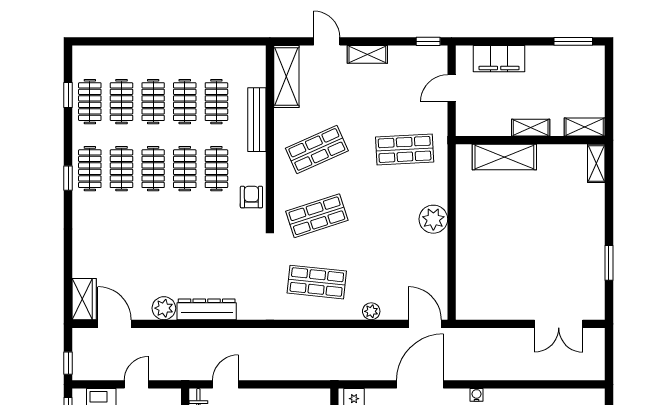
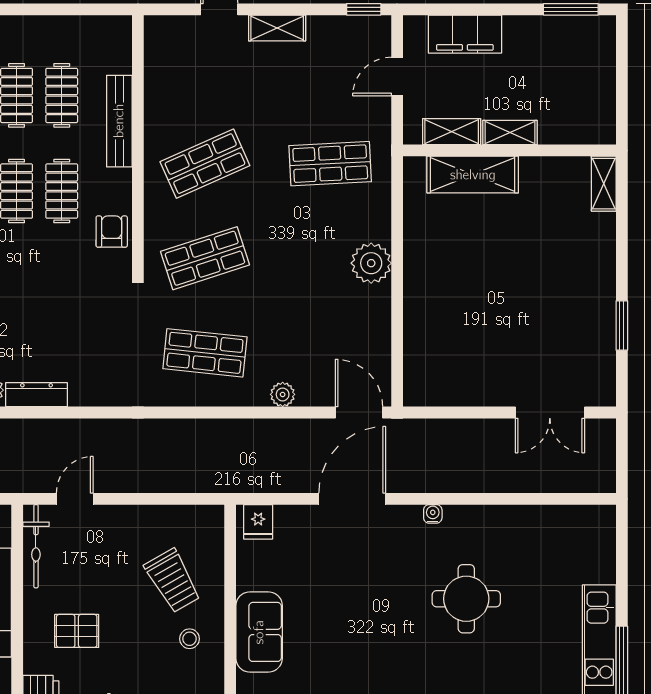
shelving: (286, 76) -> (162, 60), removed
shelving: (585, 127) -> (452, 132), moved
dresser: (207, 309) -> (37, 395), width x0.73, depth x0.80

